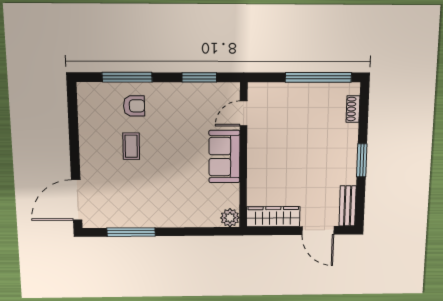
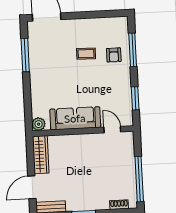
sofa: (224, 157) -> (75, 118), width x1.36

